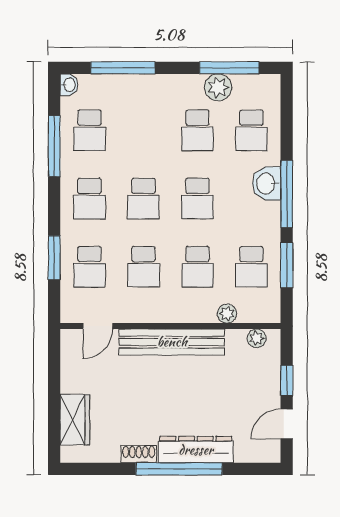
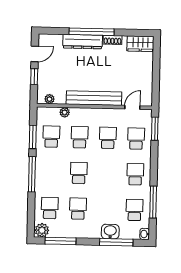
plant: (218, 87) -> (42, 230), moved
washbasin: (267, 184) -> (110, 232), moved, turned -90
school desk: (143, 199) -> (107, 174), removed
window: (54, 258) -> (155, 129), moved
wardrobe: (75, 420) -> (140, 44), moved, turned -90

